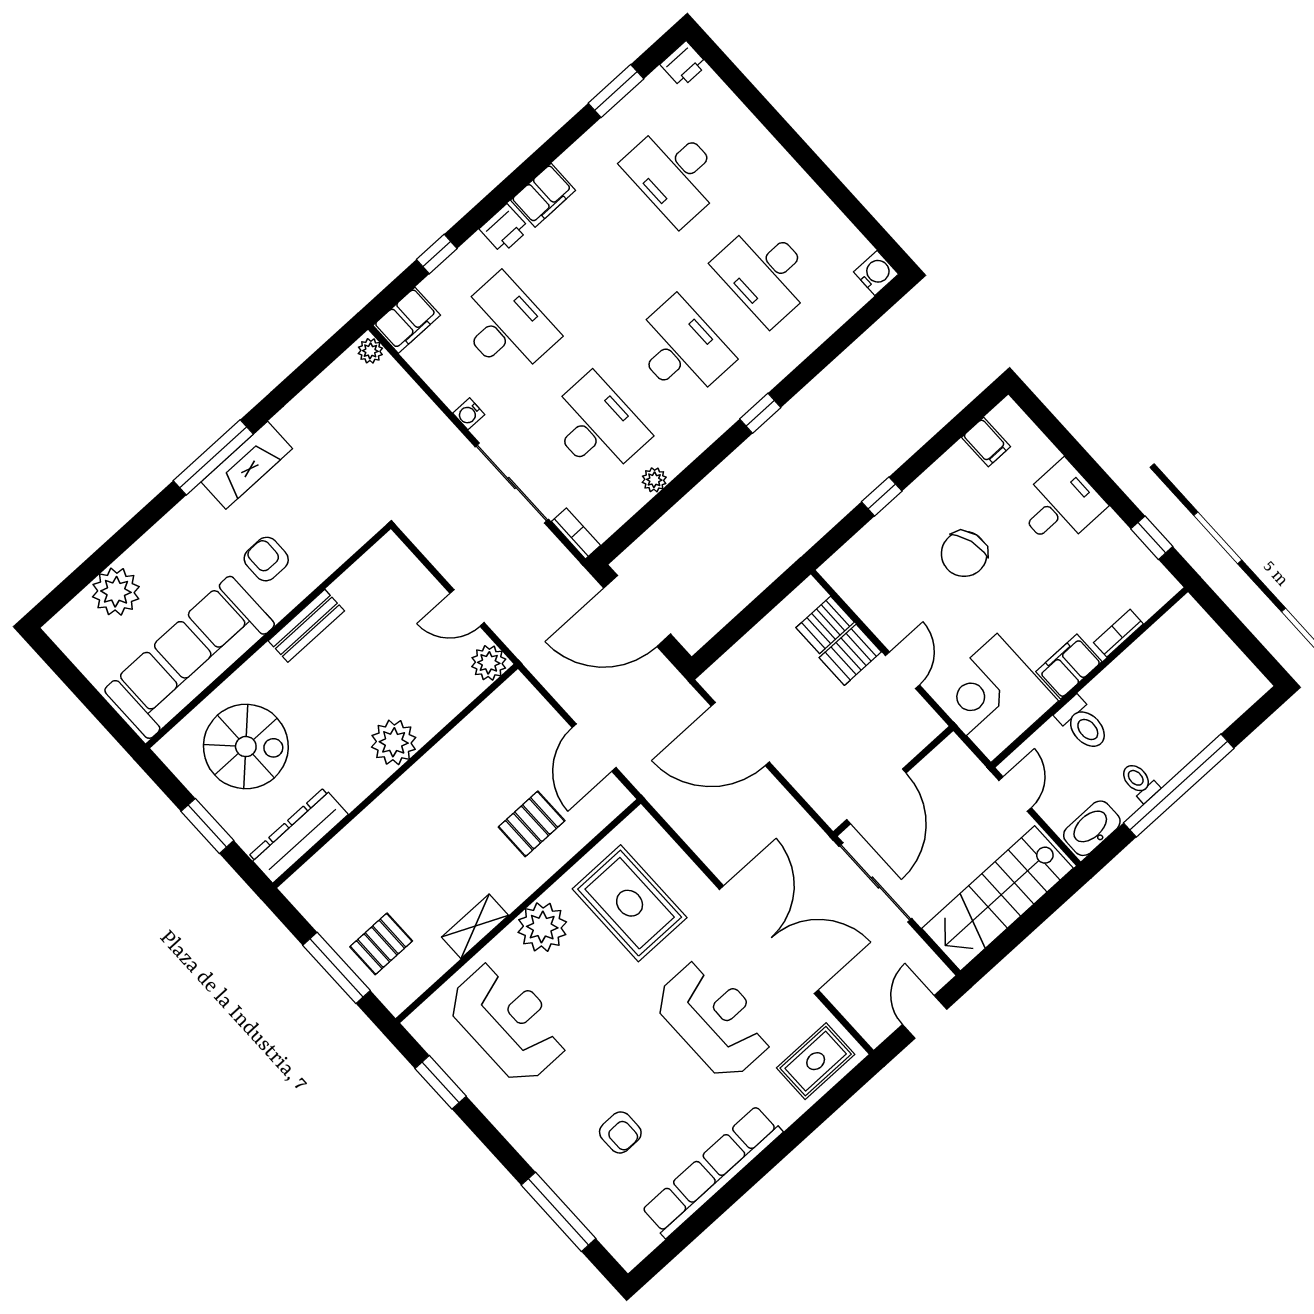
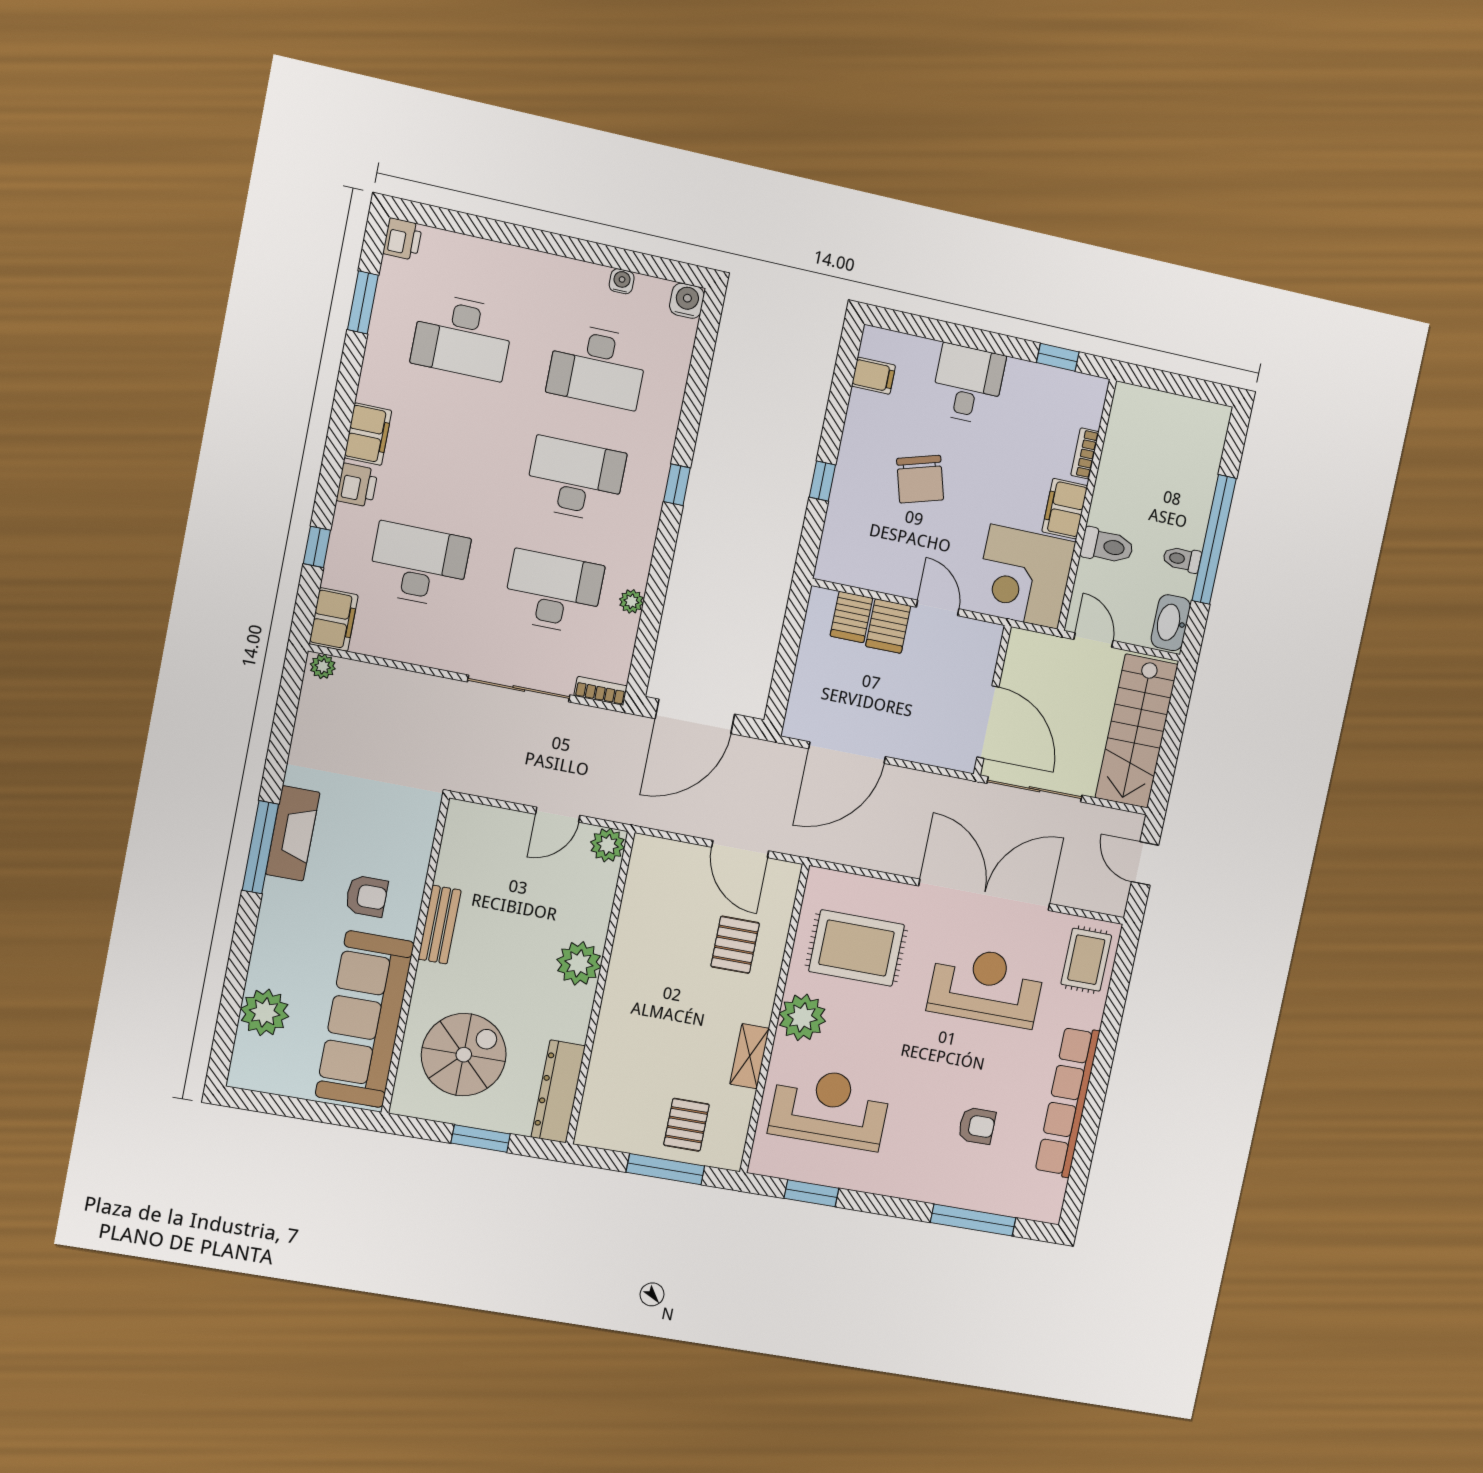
water cooler: (469, 414) -> (622, 281), moved, turned 180
armchair: (266, 559) -> (366, 896), turned 180

